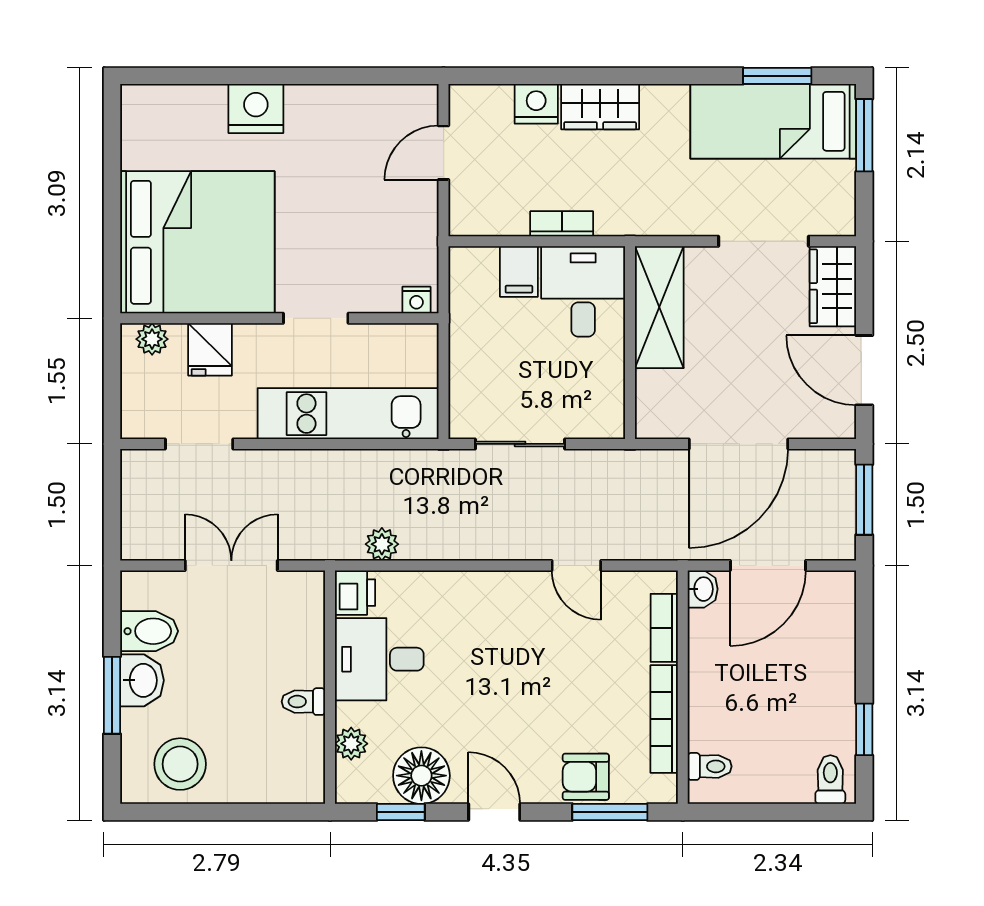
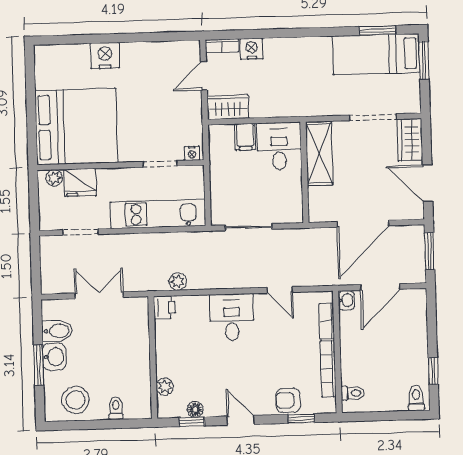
wardrobe: (600, 107) -> (228, 107), moved, turned 180
bookcase: (562, 224) -> (222, 46), moved, turned 180
doorway: (316, 318) -> (160, 164), moved
fridge: (210, 349) -> (80, 183), width x1.38
desk: (379, 659) -> (232, 317), moved, turned 90
toilet: (303, 702) -> (116, 408), moved, turned 90
floor lamp: (421, 776) -> (195, 409), width x0.53, depth x0.53
window: (610, 812) -> (301, 418), width x0.67

